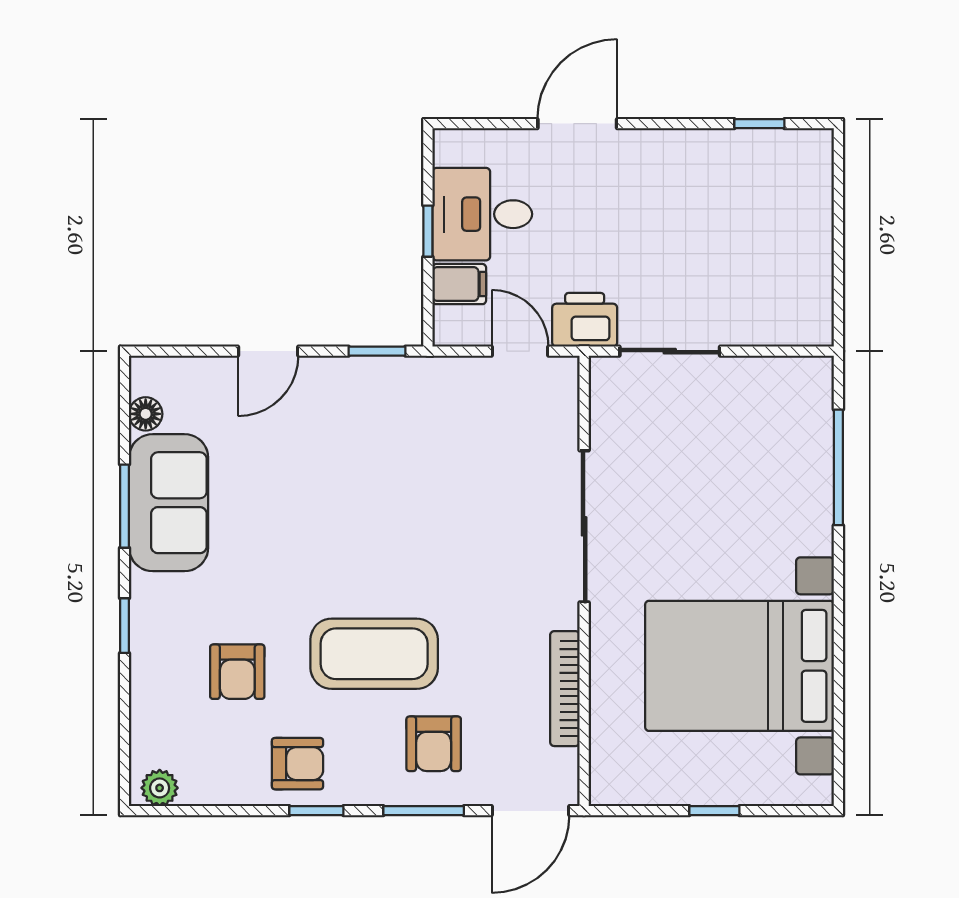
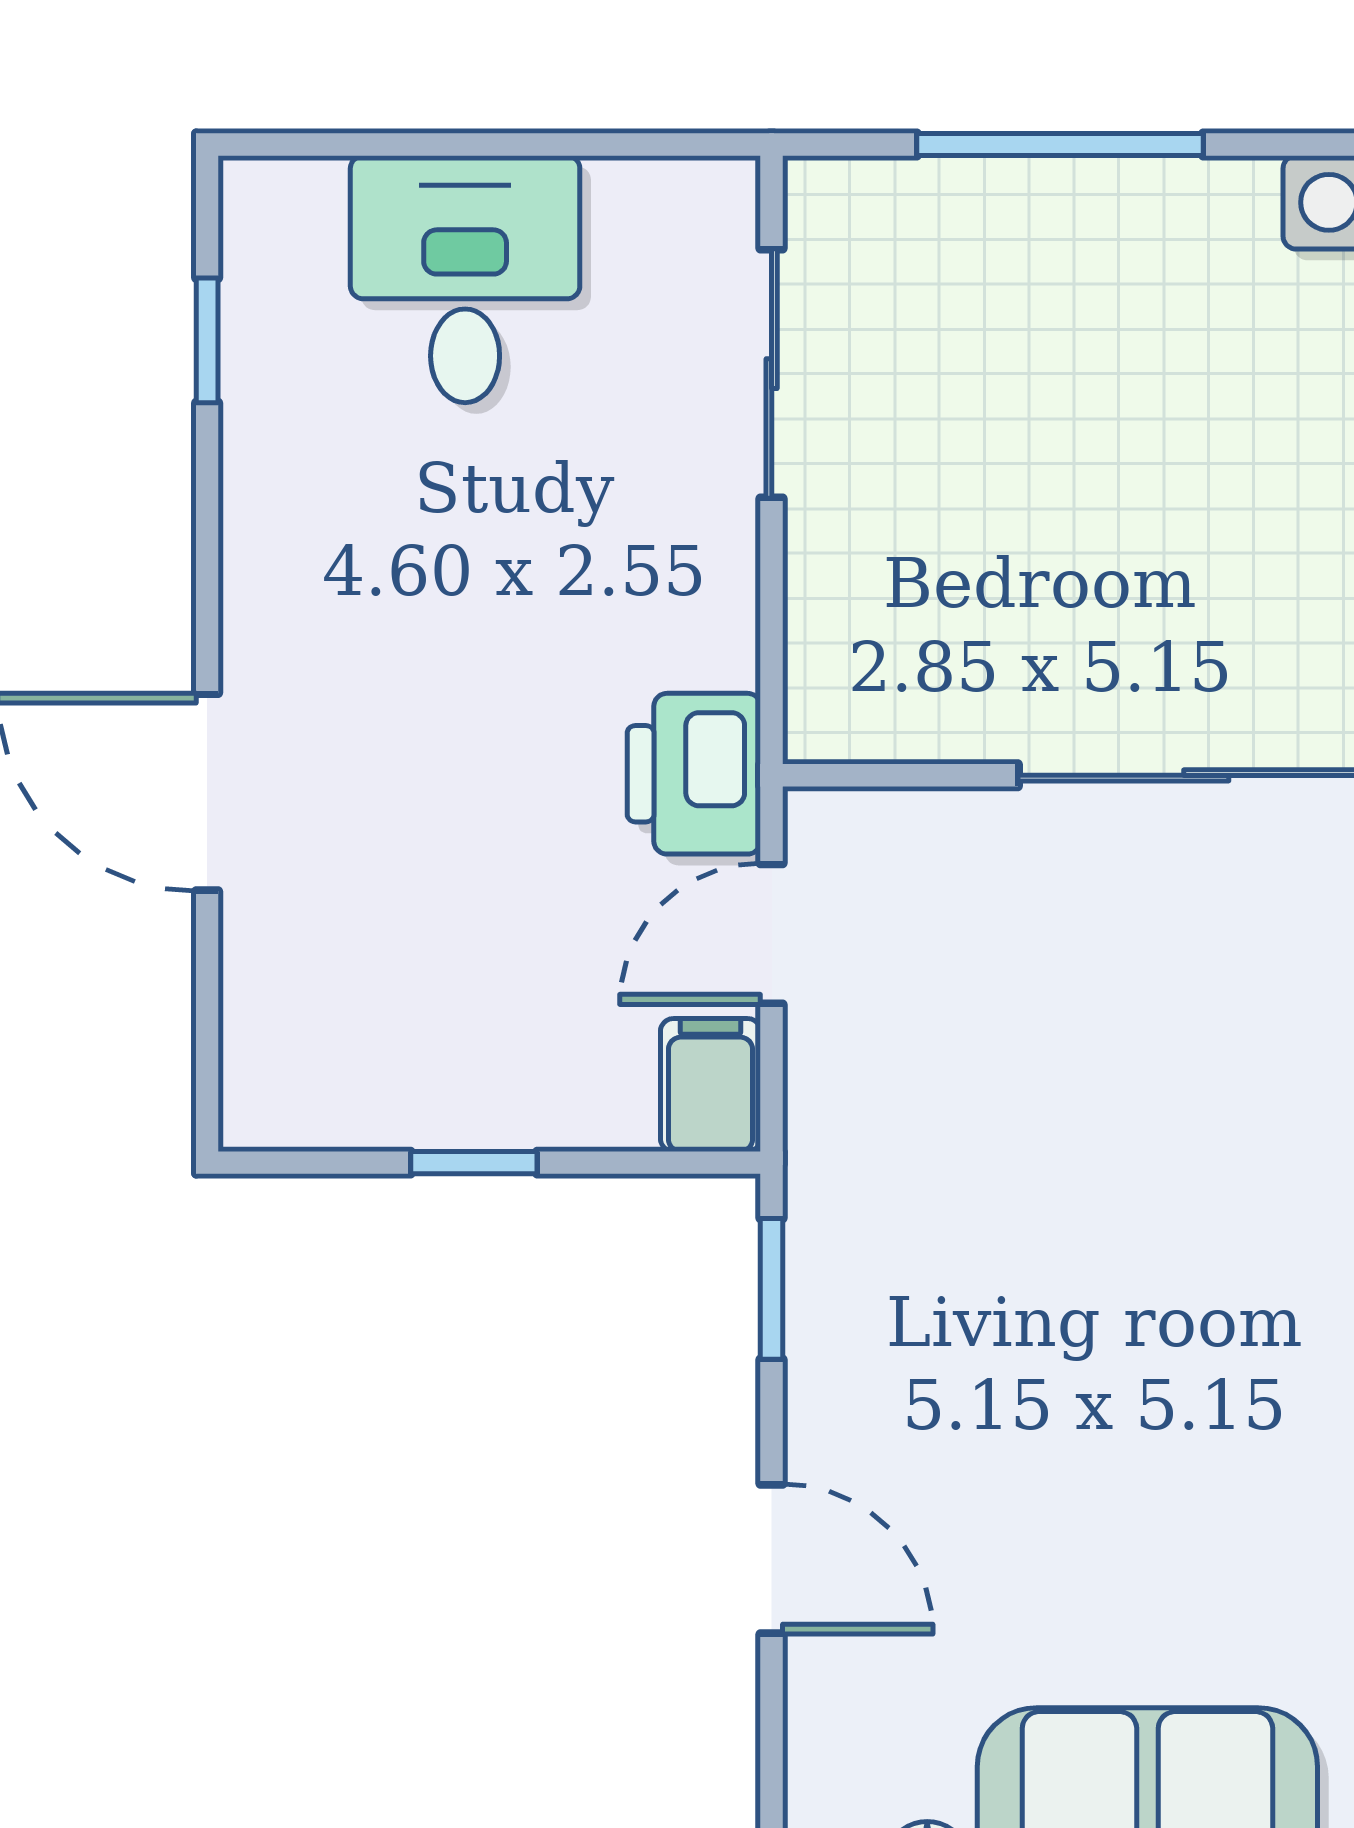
desk: (482, 214) -> (465, 279), moved, turned 180
filing cabinet: (459, 284) -> (711, 1085), moved
sliding door: (670, 351) -> (772, 374), moved

